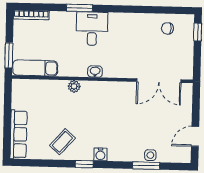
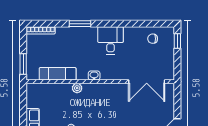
desk: (92, 29) -> (110, 40), moved
exam couch: (35, 68) -> (58, 74), moved

